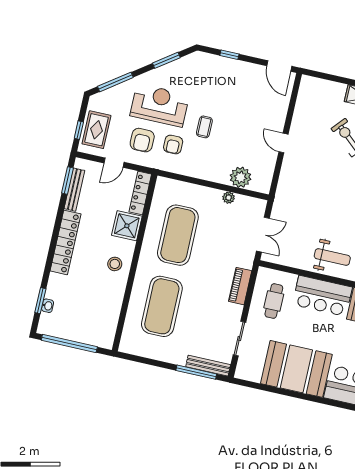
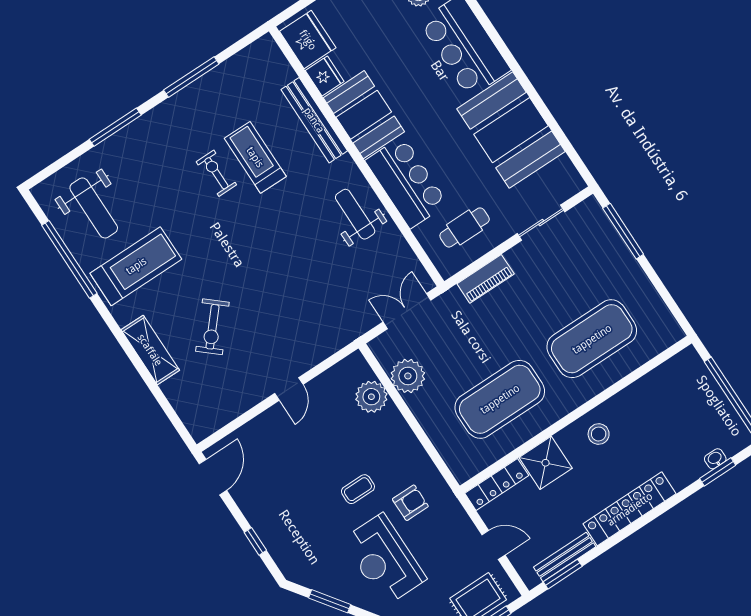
armchair: (142, 140) -> (439, 540), removed
plant: (229, 198) -> (408, 376), width x1.88, depth x1.88
bench: (208, 366) -> (603, 226), removed

